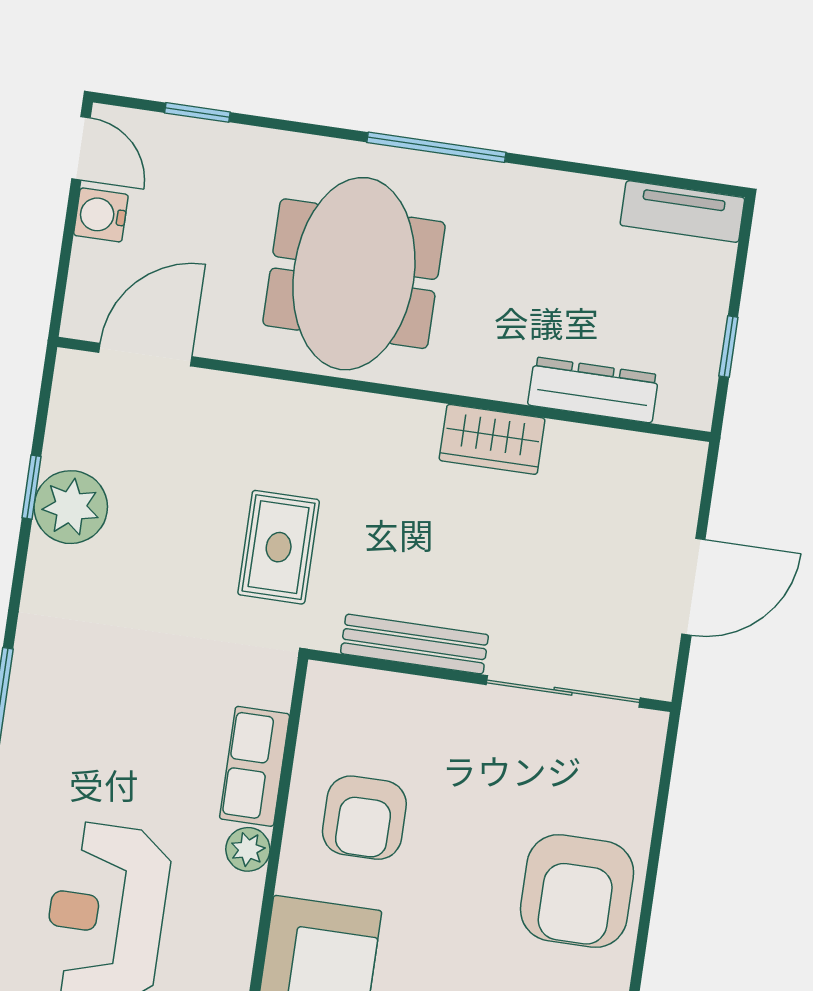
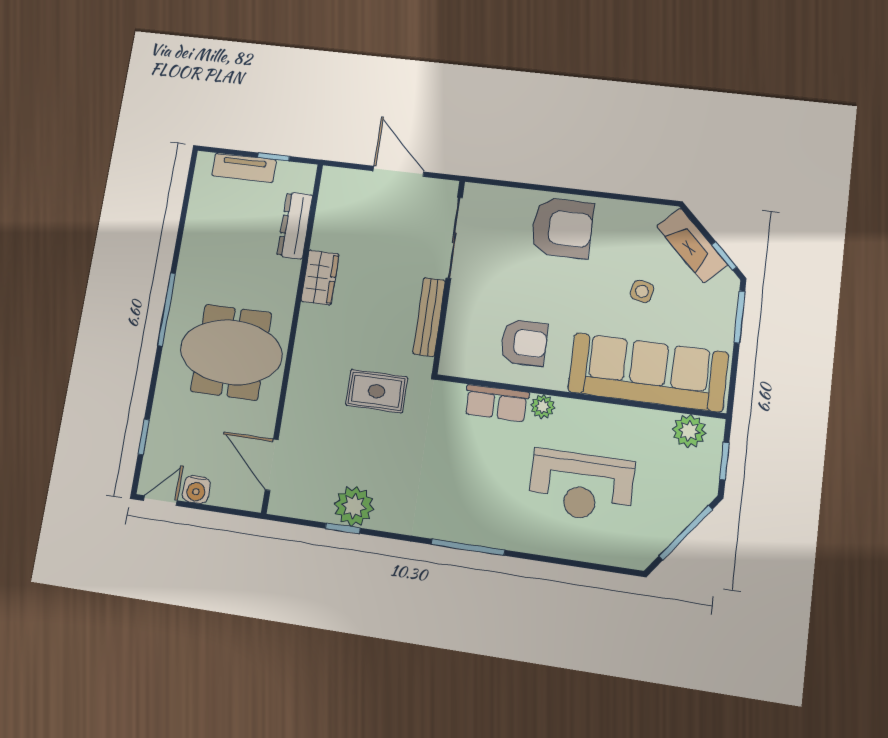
tv unit: (682, 211) -> (244, 168), moved, turned 90

